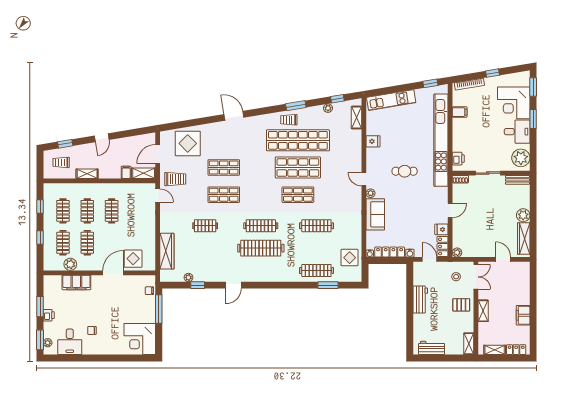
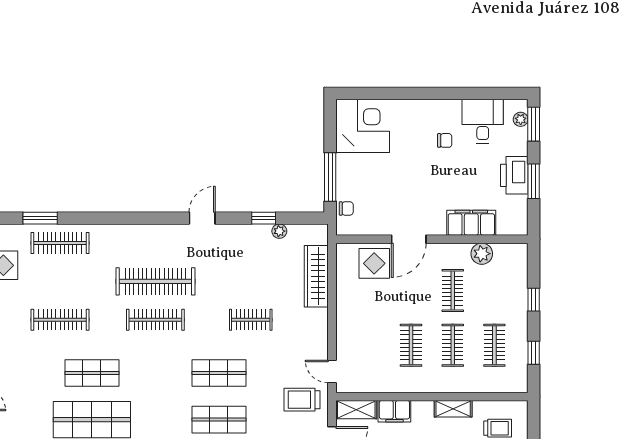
filing cabinet: (126, 172) -> (394, 411), width x2.00
clothes rail: (63, 243) -> (494, 291), removed
printer: (49, 315) -> (514, 175), width x1.87, depth x1.48

